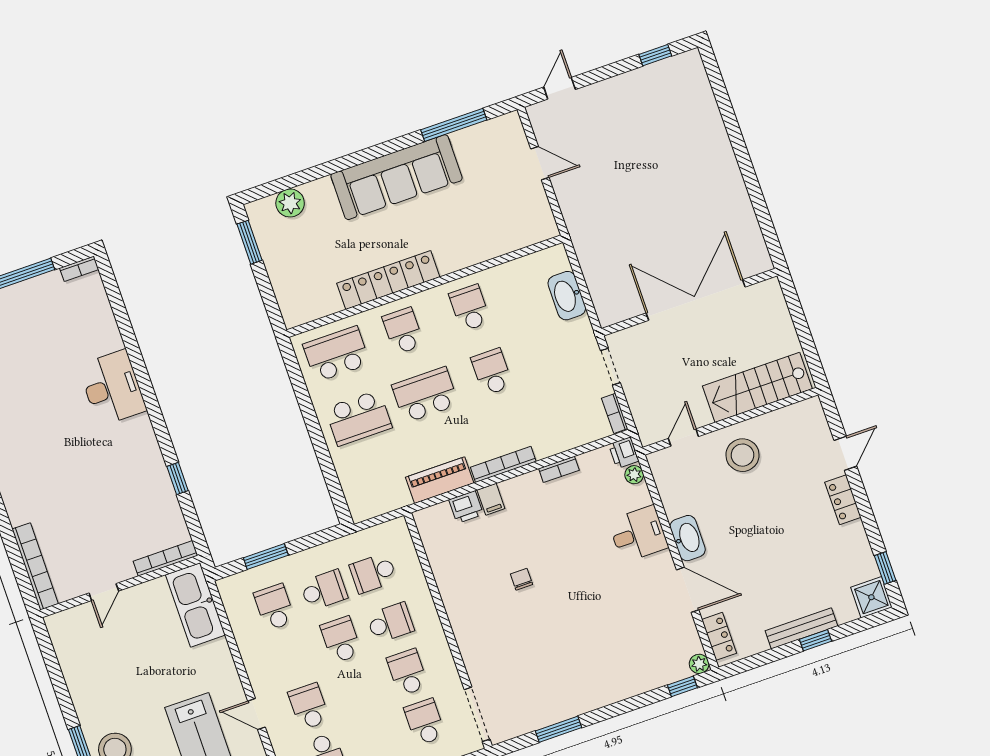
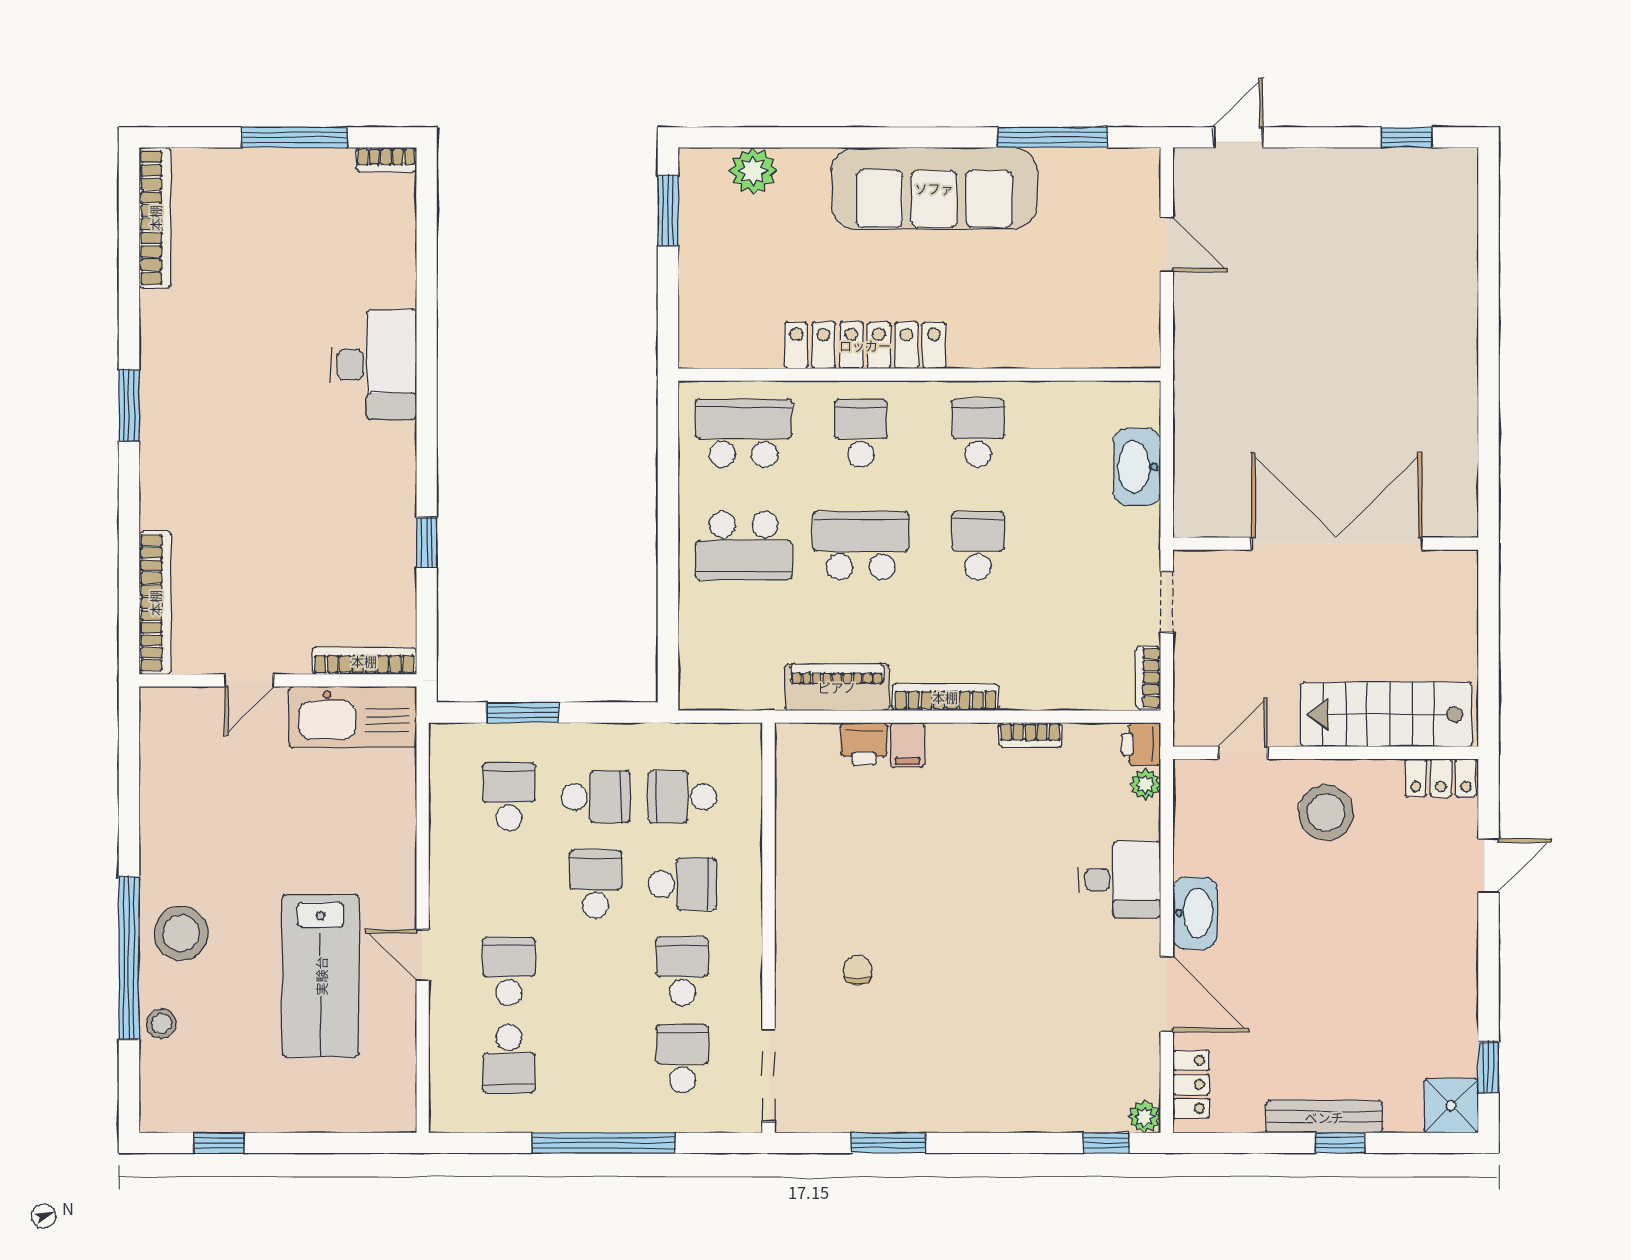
locker: (843, 500) -> (1441, 778), moved, turned -90
chair: (522, 579) -> (857, 970), moved
kitchen sink: (195, 605) -> (353, 717), moved, turned -90

